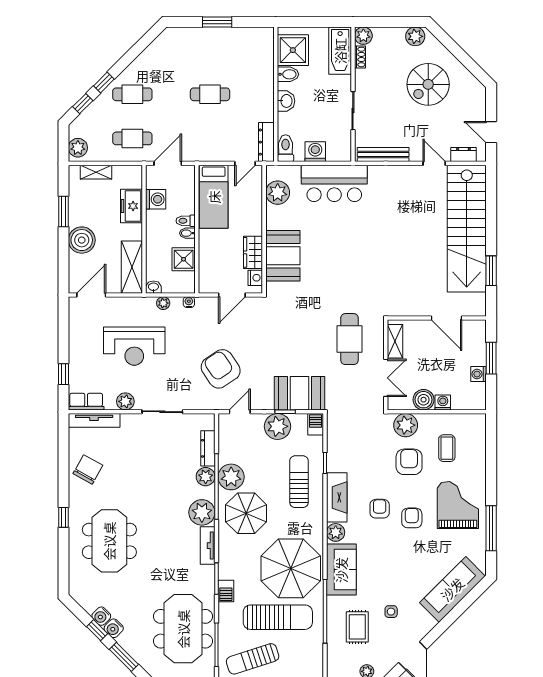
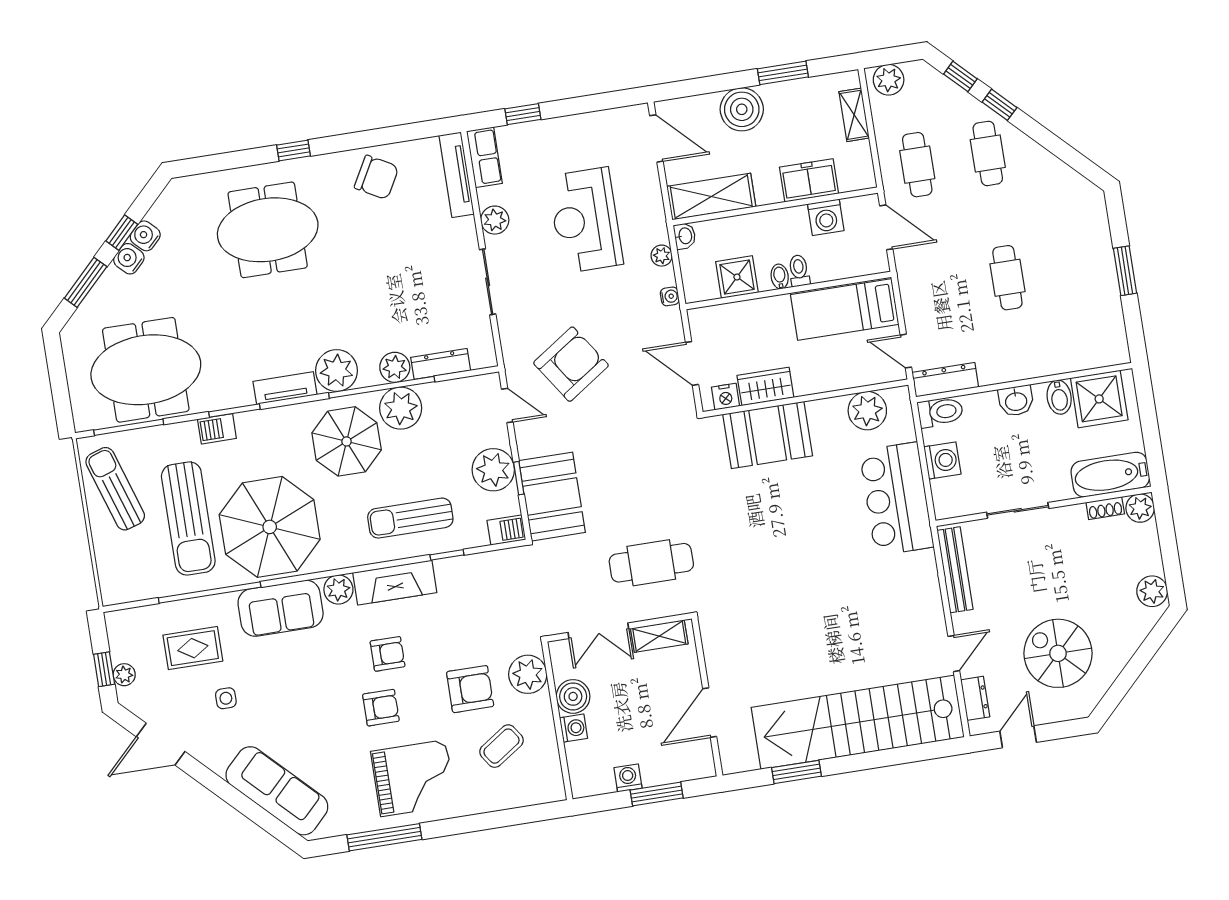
spiral stairs: (428, 84) -> (1058, 653), moved
coffee table: (447, 448) -> (502, 746), turned -34
sun lounger: (299, 482) -> (410, 518), turned 180

